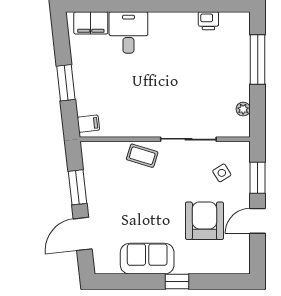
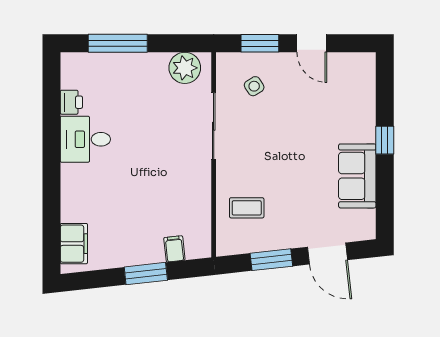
desk: (128, 32) -> (85, 139), moved
plant: (243, 109) -> (185, 68), width x1.88, depth x1.88
filing cabinet: (88, 124) -> (174, 249), moved
coffee table: (142, 156) -> (247, 208), moved, turned 73
armchair: (204, 221) -> (312, 107), removed

